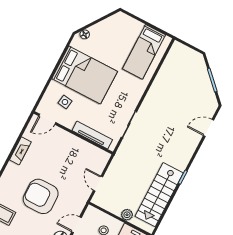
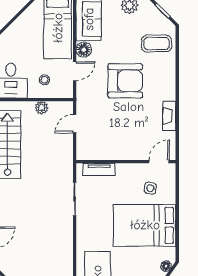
tv unit: (92, 135) -> (99, 169), width x0.71
door: (98, 184) -> (75, 124), swing flipped
plant: (127, 215) -> (41, 108), moved

